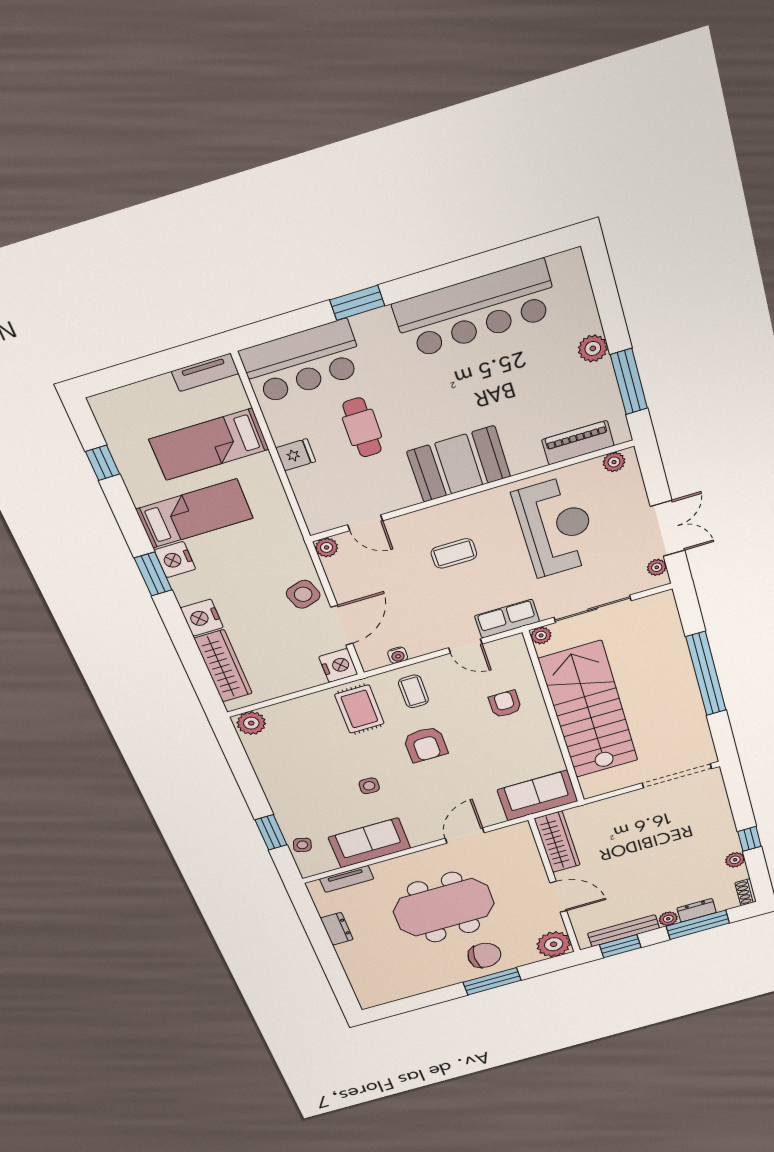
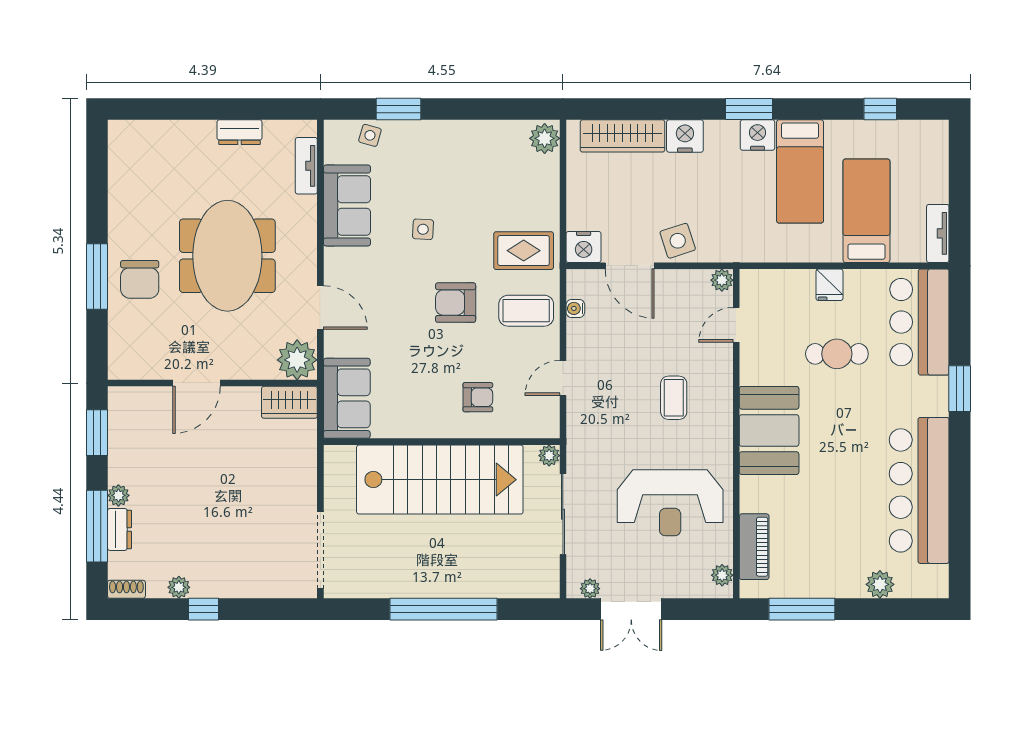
plant: (593, 348) -> (880, 584), moved
row of seats: (507, 619) -> (581, 428), removed
coffee table: (413, 691) -> (526, 311), width x1.36, depth x1.30
wardrobe: (557, 842) -> (289, 402), width x0.67
bench: (623, 931) -> (119, 442), removed
plant: (554, 944) -> (297, 360), moved

